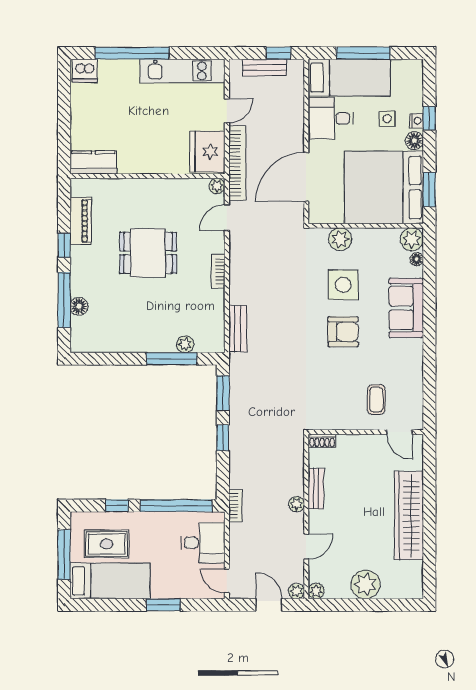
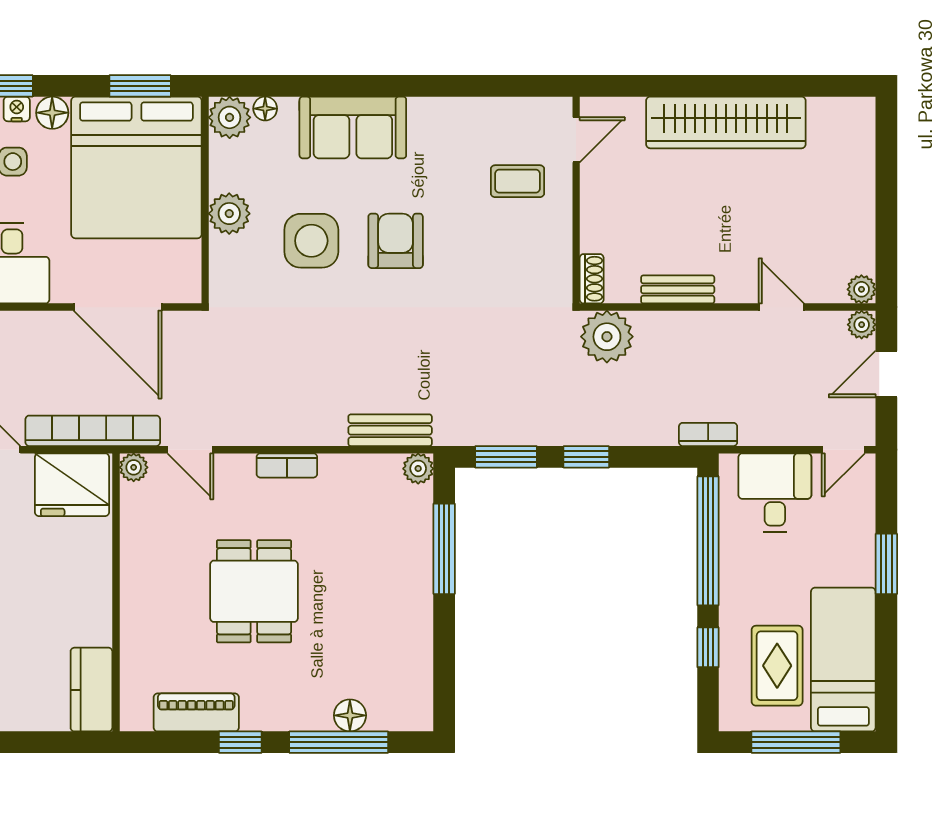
plant: (340, 239) -> (229, 214), moved
plant: (185, 344) -> (418, 469), moved
plant: (297, 504) -> (607, 337), moved, width x1.88, depth x1.88
plant: (366, 584) -> (850, 200), removed

